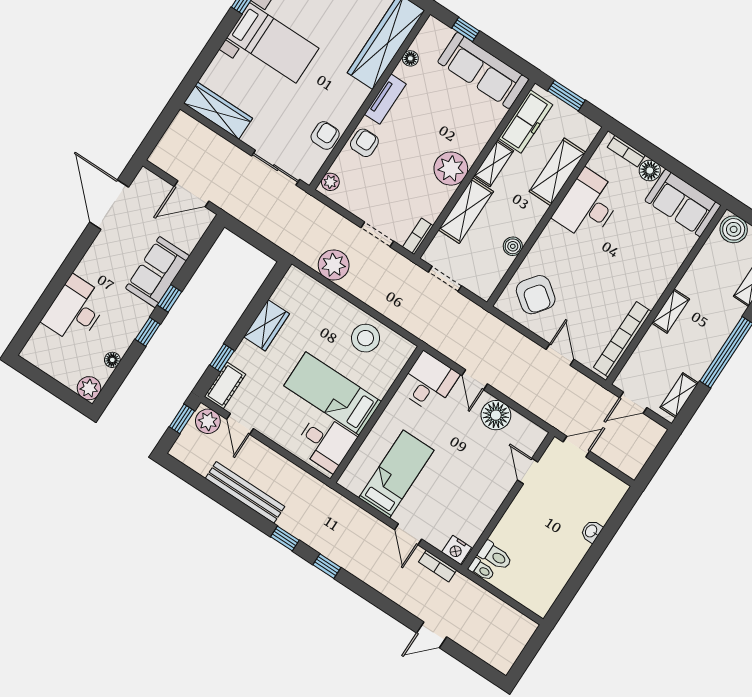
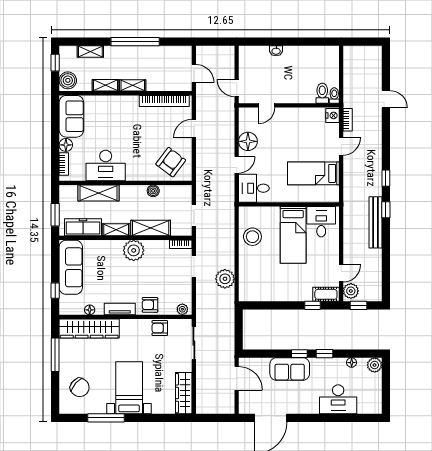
wardrobe: (267, 325) -> (280, 293), removed
shelving: (679, 395) -> (105, 85), moved
bench: (245, 492) -> (375, 222), moved

